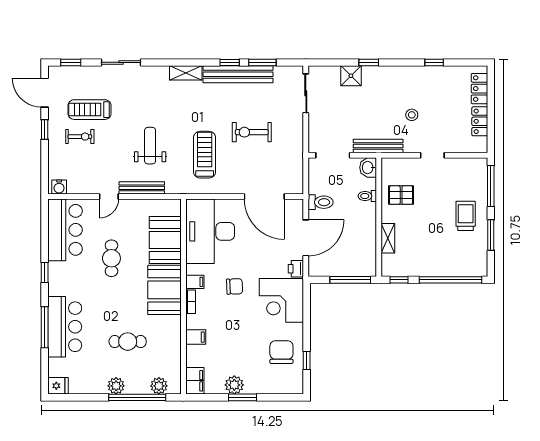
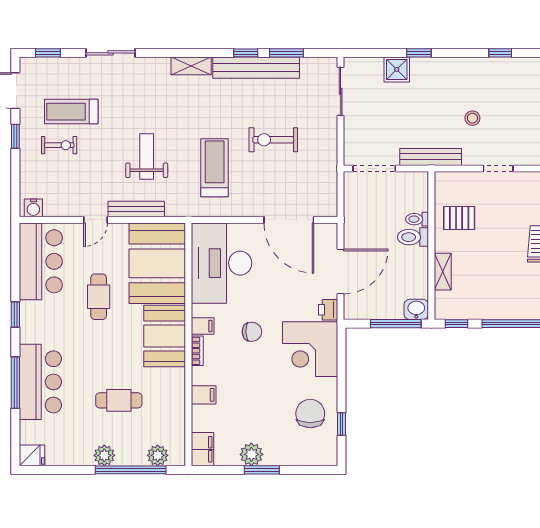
washbasin: (368, 168) -> (416, 309), moved, turned 90
toilet: (321, 202) -> (413, 237), moved, turned 180
booth: (165, 240) -> (157, 263), width x1.36, depth x1.42

